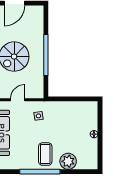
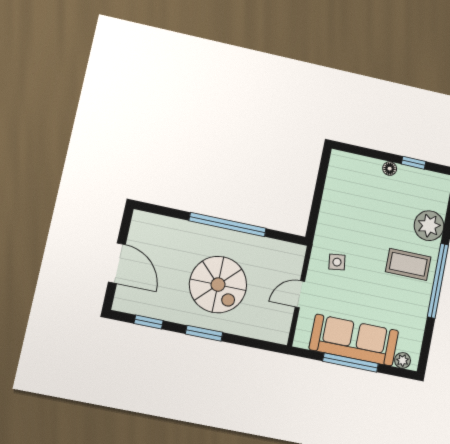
door: (18, 100) -> (300, 294), hinge flipped
window: (100, 146) -> (414, 163), added

